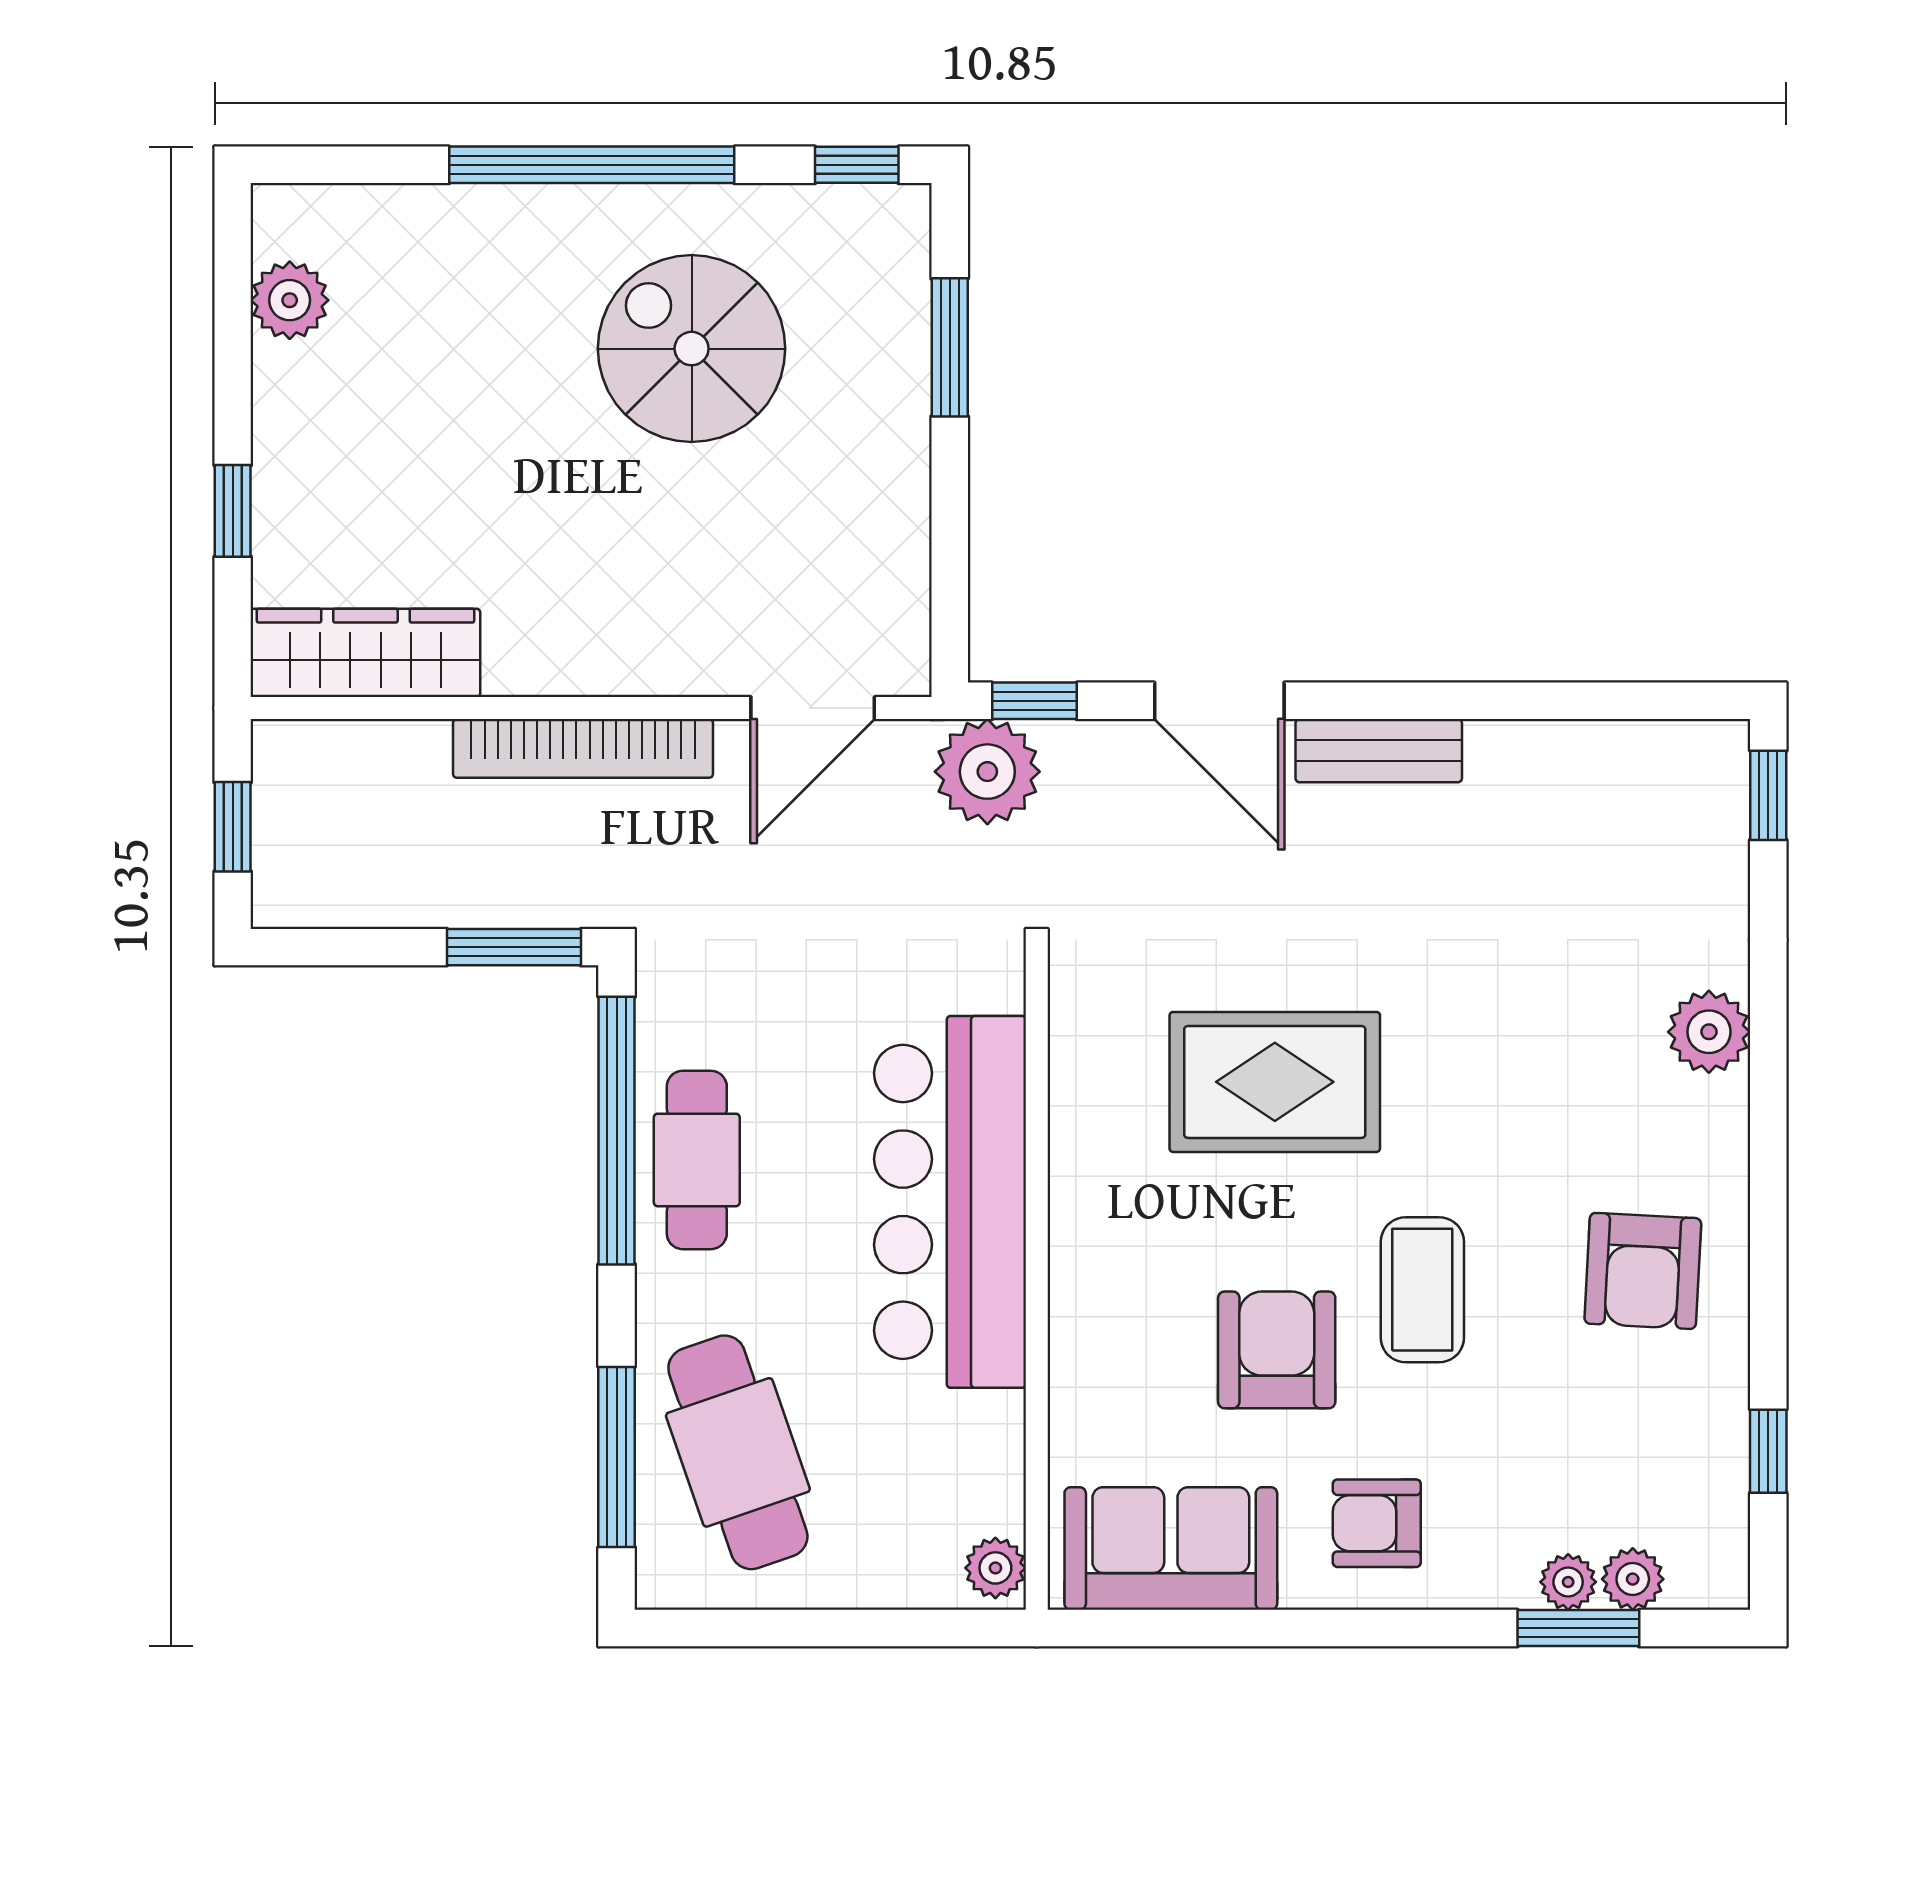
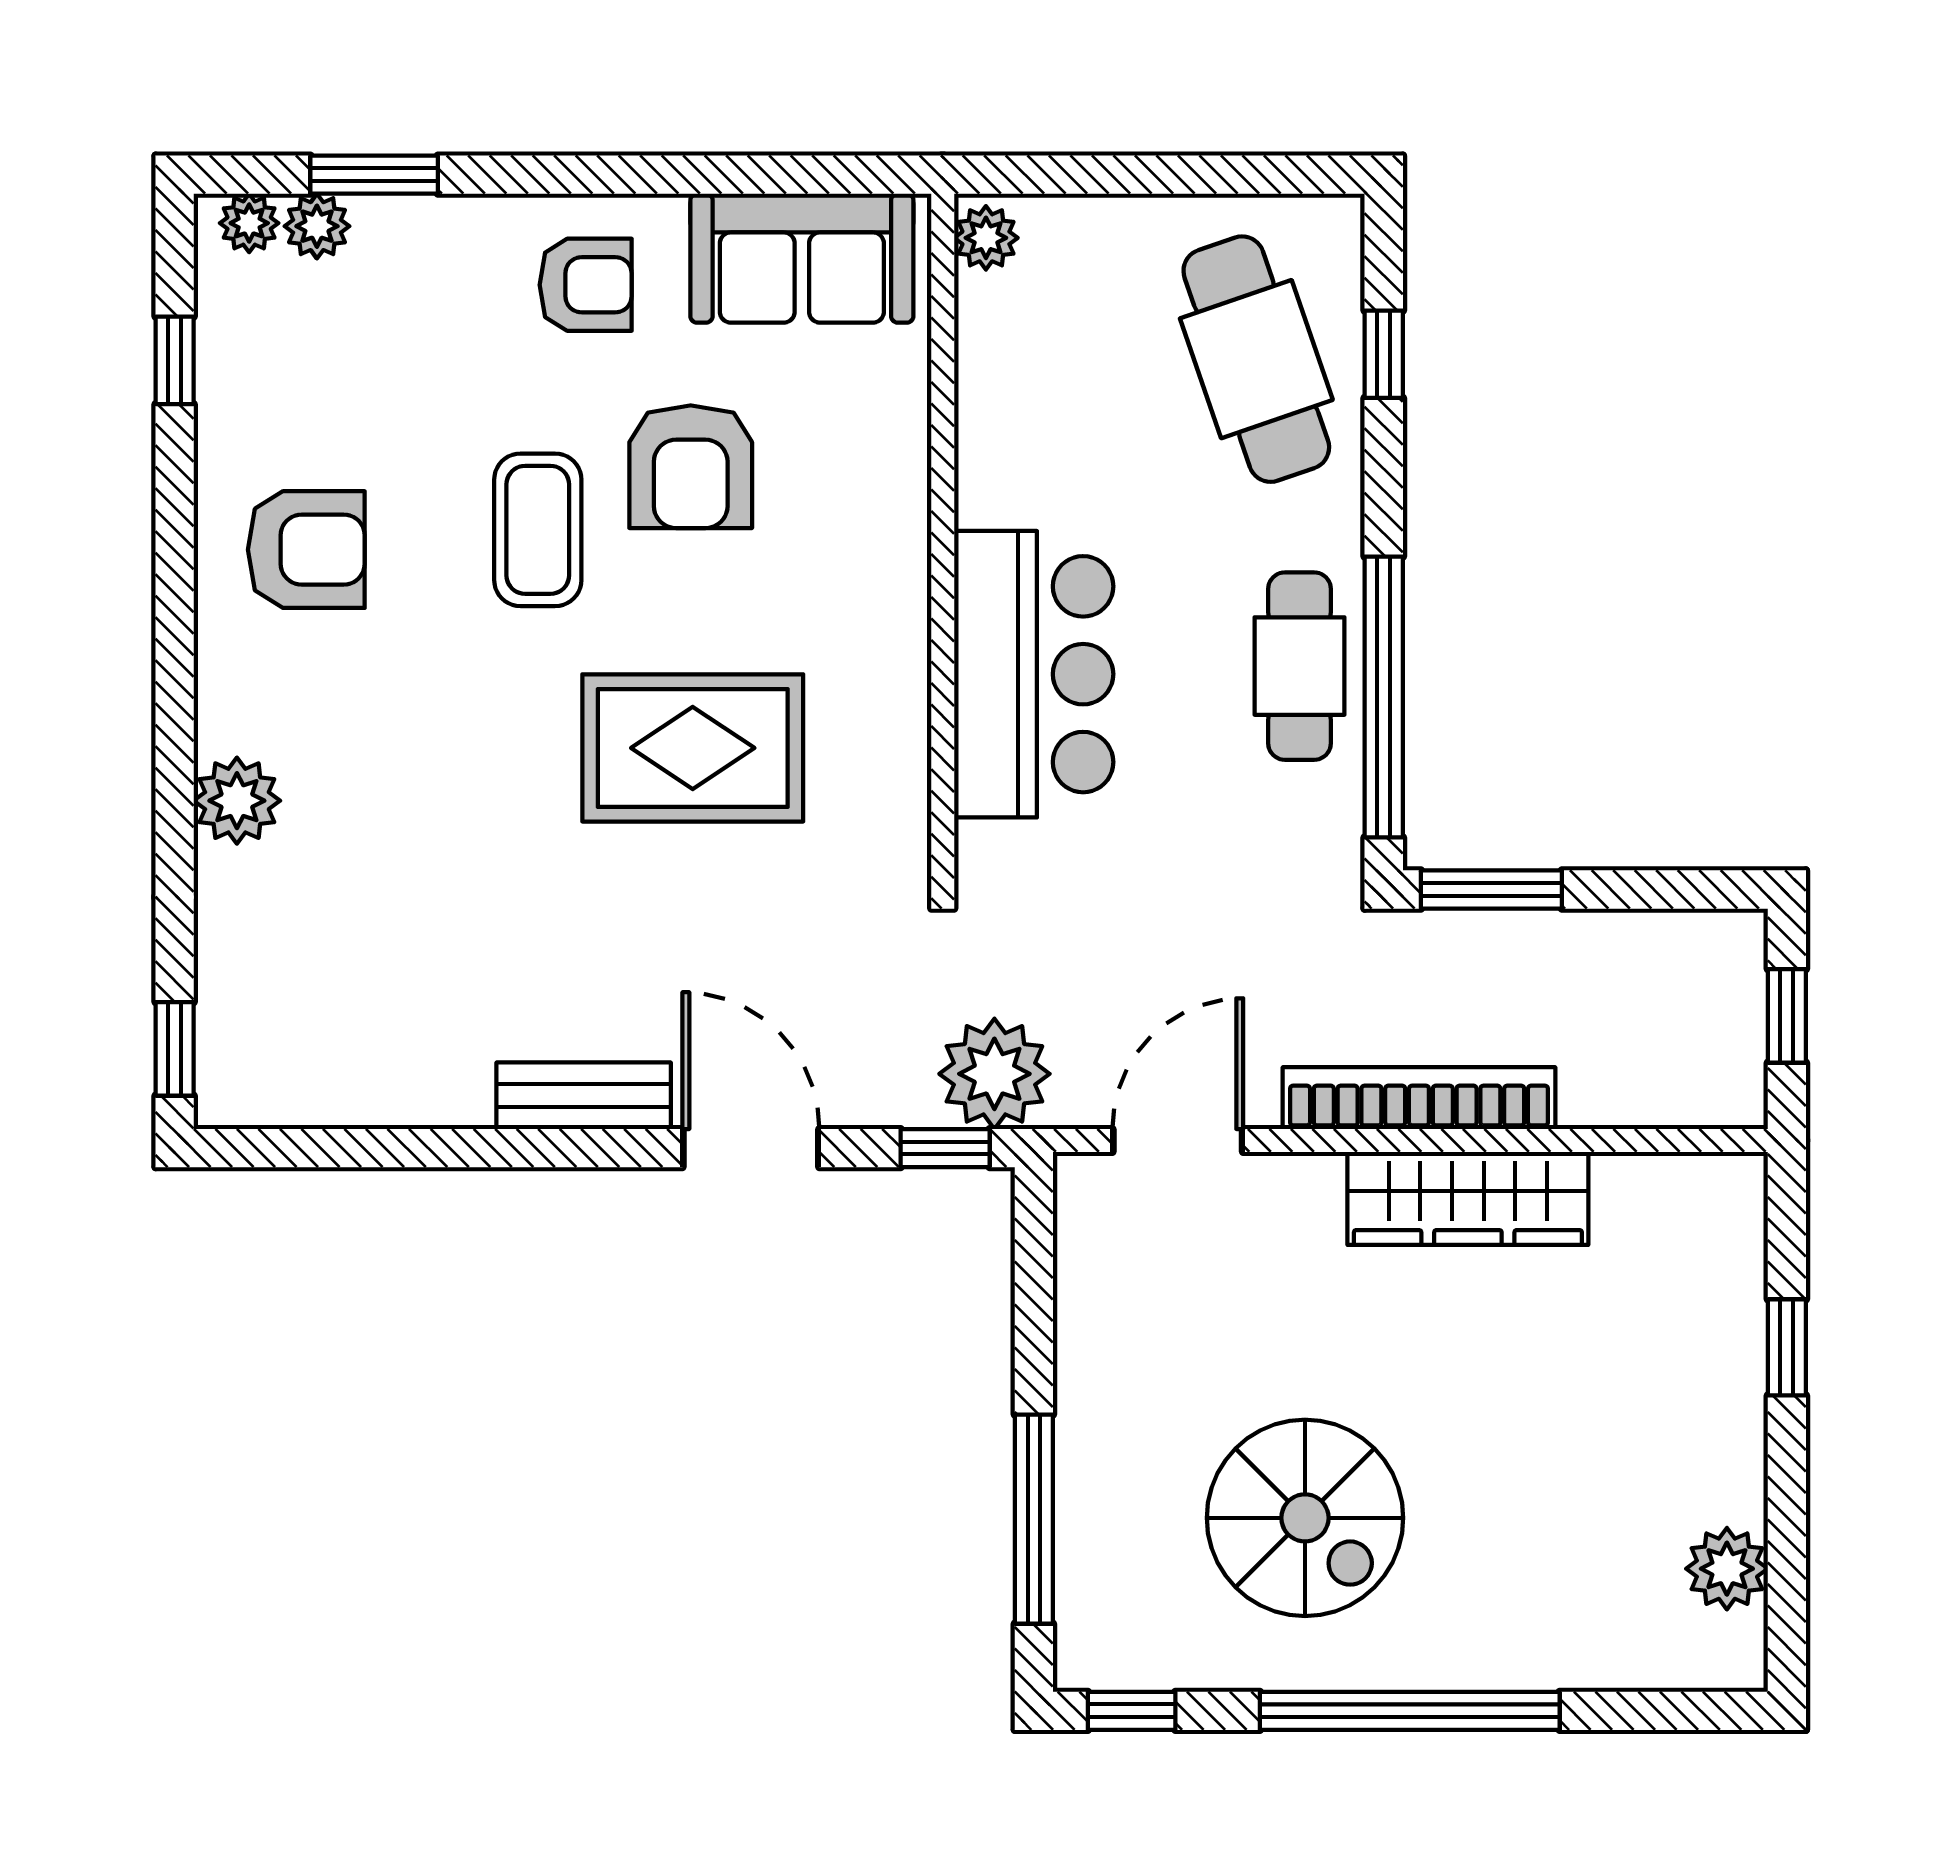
window: (950, 347) -> (1034, 1519), width x1.44
wardrobe: (365, 653) -> (1468, 1198), moved
bar counter: (950, 1202) -> (1034, 674), width x0.73
armchair: (1643, 1271) -> (306, 550), turned 87
window: (617, 1457) -> (1384, 354), width x0.46
plant: (1568, 1582) -> (249, 223), moved

